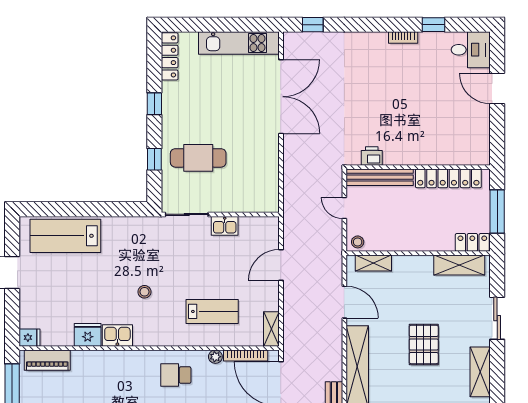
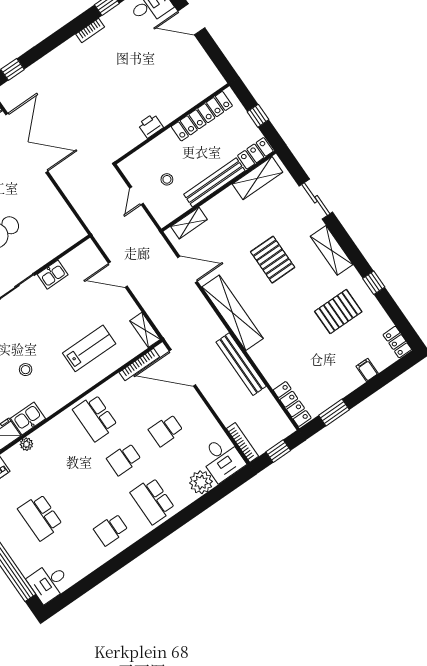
printer: (372, 156) -> (151, 126), moved
bench: (380, 177) -> (214, 182), moved
door: (344, 208) -> (137, 196), hinge flipped
window: (497, 211) -> (258, 116), width x0.46
stool: (358, 242) -> (167, 179), moved
door: (281, 265) -> (118, 275), hinge flipped
plant: (215, 357) -> (26, 444), moved
school desk: (176, 375) -> (95, 418), width x1.85

